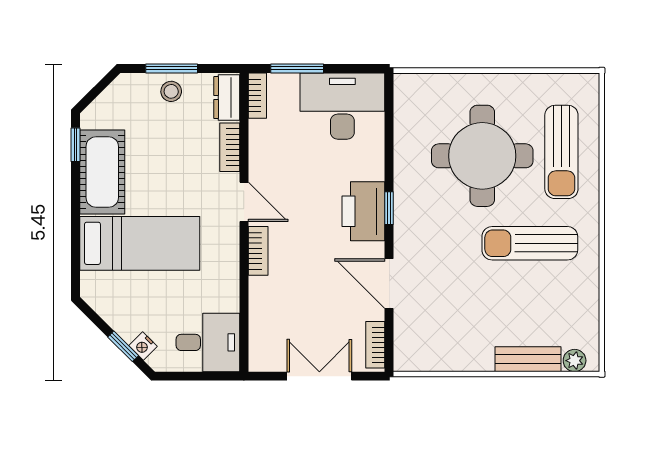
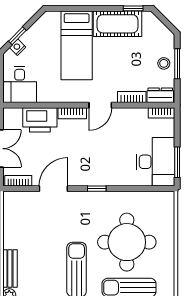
window: (297, 68) -> (177, 162), moved
printer: (363, 211) -> (40, 120), moved, turned 180

